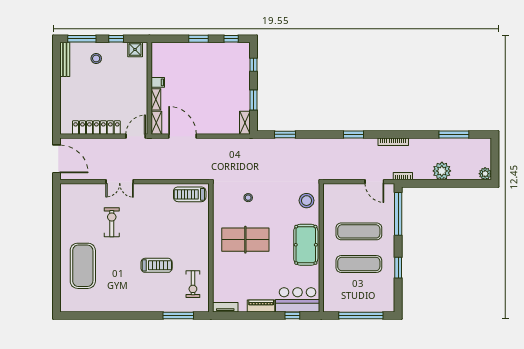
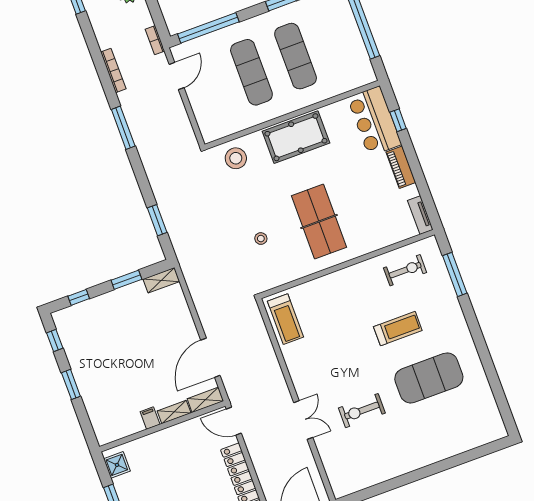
window: (353, 134) -> (123, 128), width x1.44
treadmill: (157, 265) -> (398, 329), turned 90
exercise mat: (83, 266) -> (429, 378), moved

